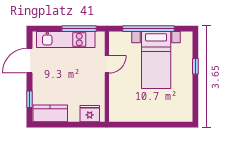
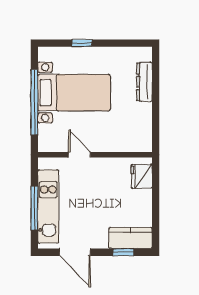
window: (79, 29) -> (34, 208), moved
kitchen counter: (50, 113) -> (131, 238), moved, turned 90
dresser: (165, 116) -> (144, 82), added

